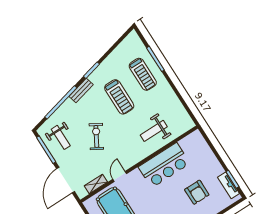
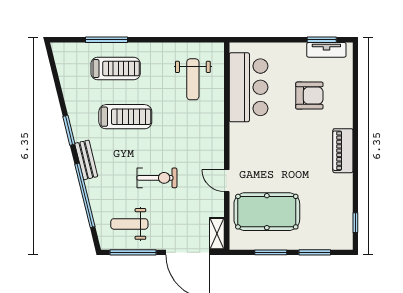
weight bench: (154, 131) -> (193, 79), moved
exercise bike: (96, 136) -> (157, 178), turned 150
weight bench: (61, 137) -> (129, 224), turned 180
bar counter: (164, 165) -> (249, 87), moved
shelving: (96, 184) -> (217, 234), moved

